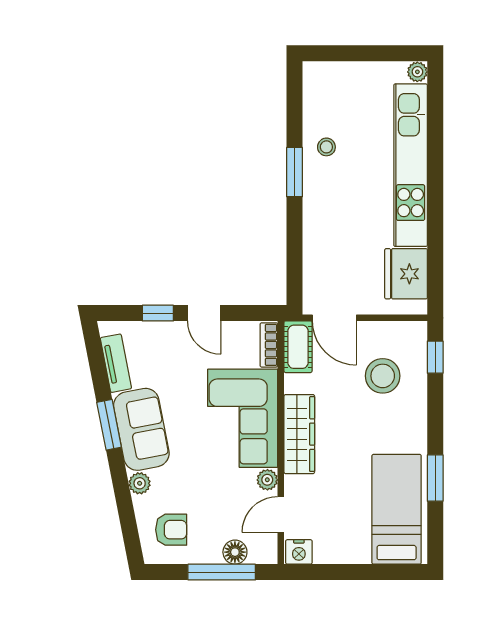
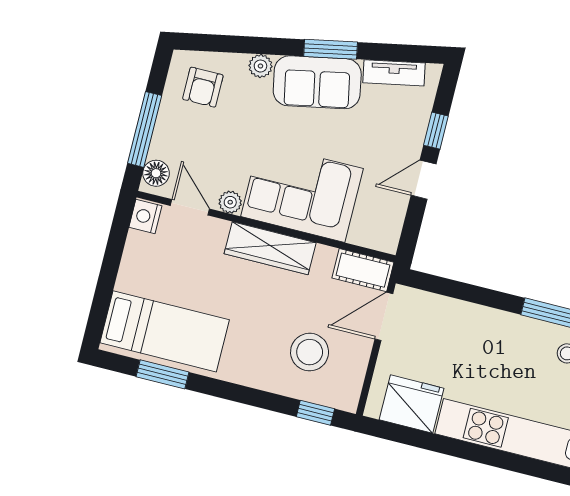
bookcase: (269, 345) -> (373, 240), removed
window: (435, 478) -> (163, 374), moved
floor lamp: (235, 552) -> (156, 173), moved

